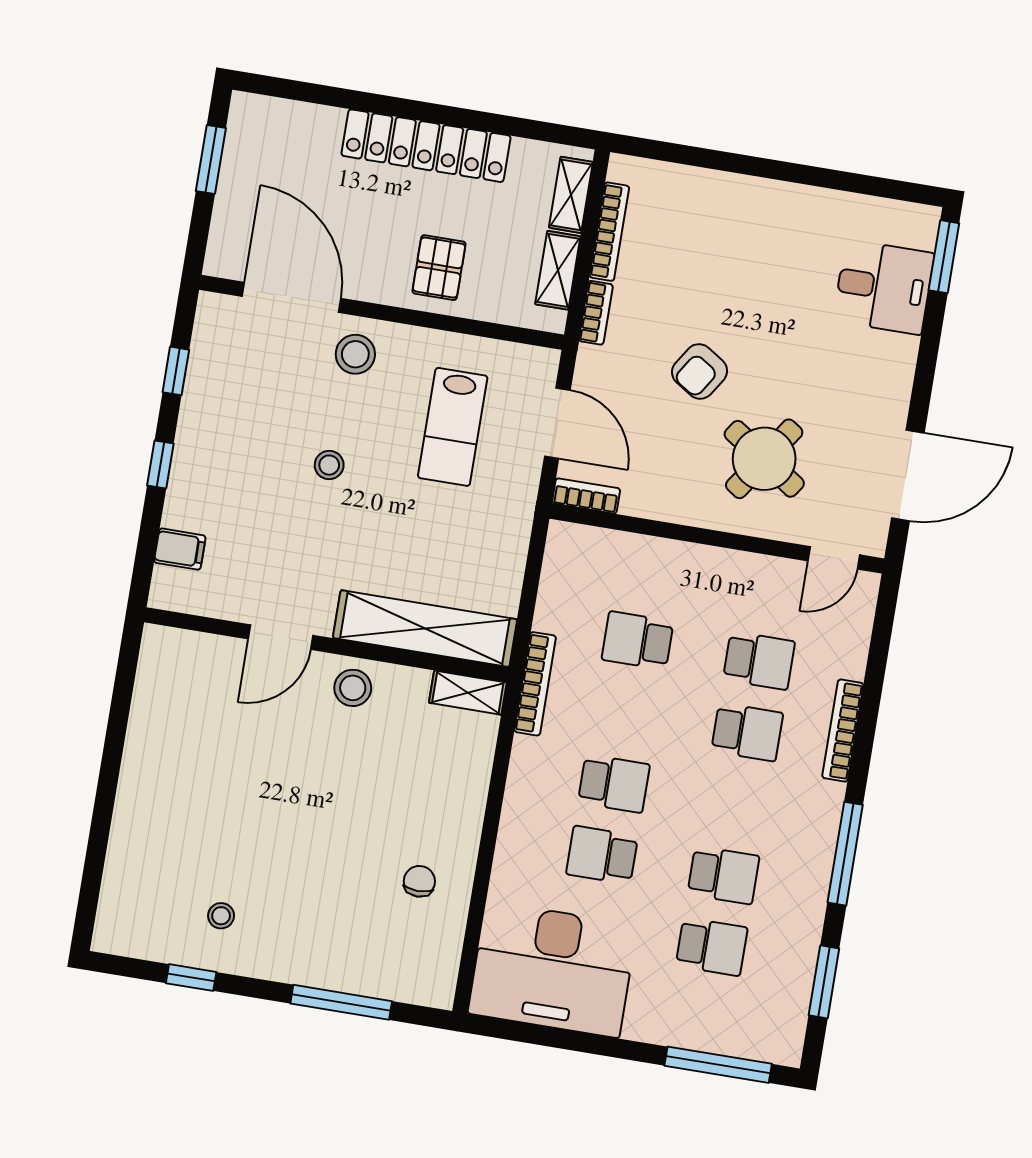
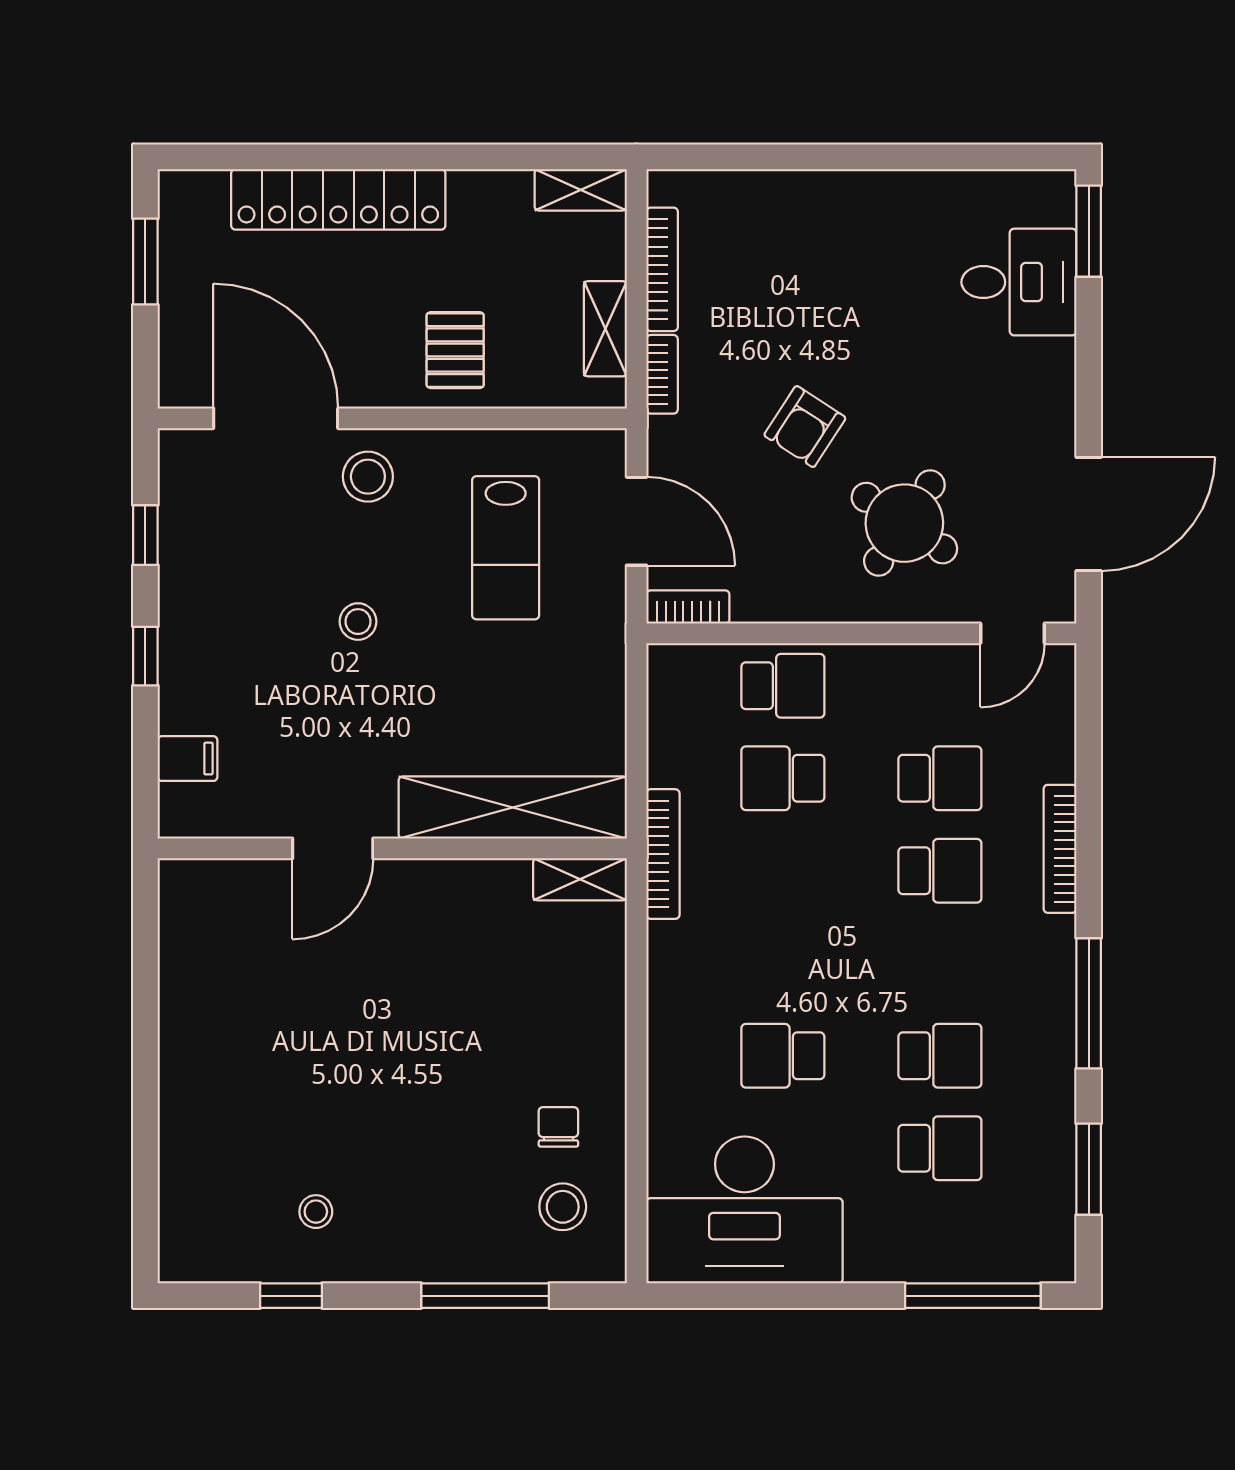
locker: (426, 146) -> (338, 199), moved
shelving: (571, 195) -> (581, 190), moved, turned 90
stool: (353, 688) -> (563, 1207), moved
school desk: (614, 784) -> (783, 686), moved

